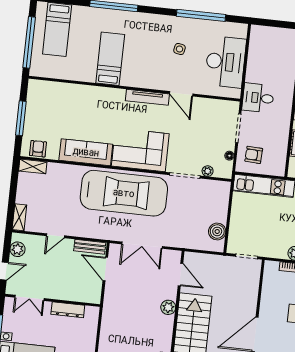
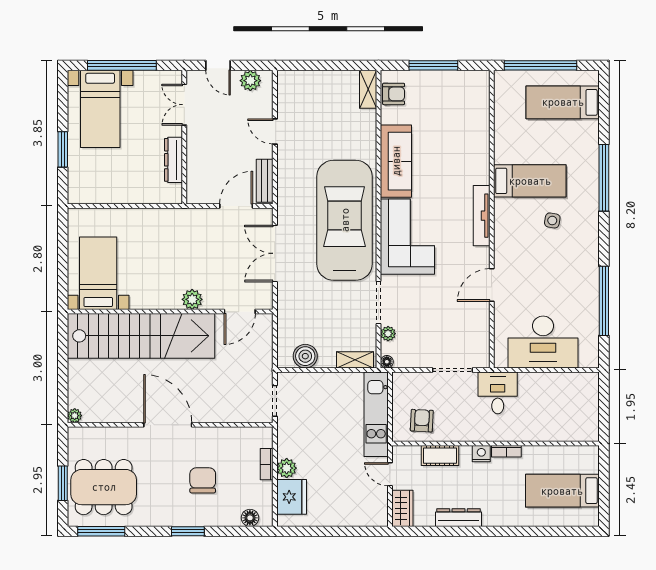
side table: (179, 49) -> (552, 220), moved
tv unit: (147, 97) -> (482, 216), moved
armchair: (254, 155) -> (422, 421), moved
floor lamp: (229, 156) -> (387, 362), moved
car: (124, 193) -> (345, 220), turned 180
shelving: (19, 217) -> (355, 360), moved

